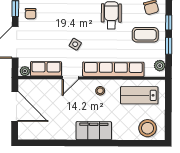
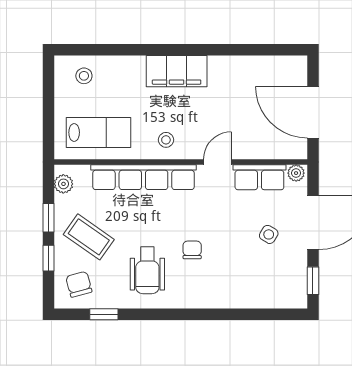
chair: (31, 14) -> (192, 250), moved
coffee table: (145, 35) -> (89, 237), turned 35
side table: (75, 44) -> (269, 234), moved
stool: (148, 128) -> (84, 76), width x0.53, depth x0.53

